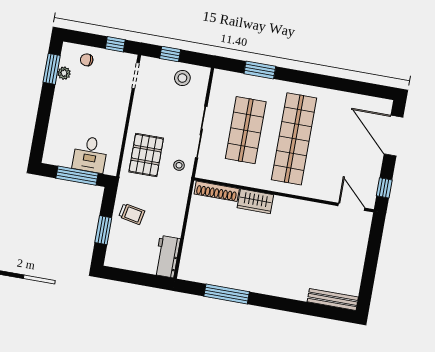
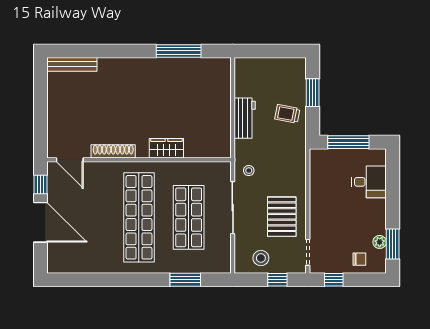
door: (393, 136) -> (41, 222), moved
desk: (90, 154) -> (369, 182), moved, turned 90
pallet: (146, 155) -> (282, 217), moved
shoe rack: (217, 191) -> (113, 151), moved
workbench: (167, 257) -> (245, 118), moved

